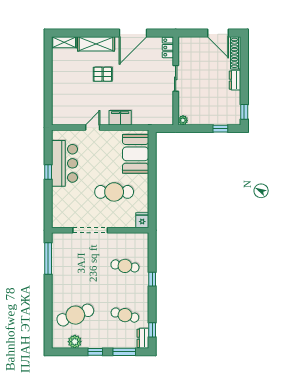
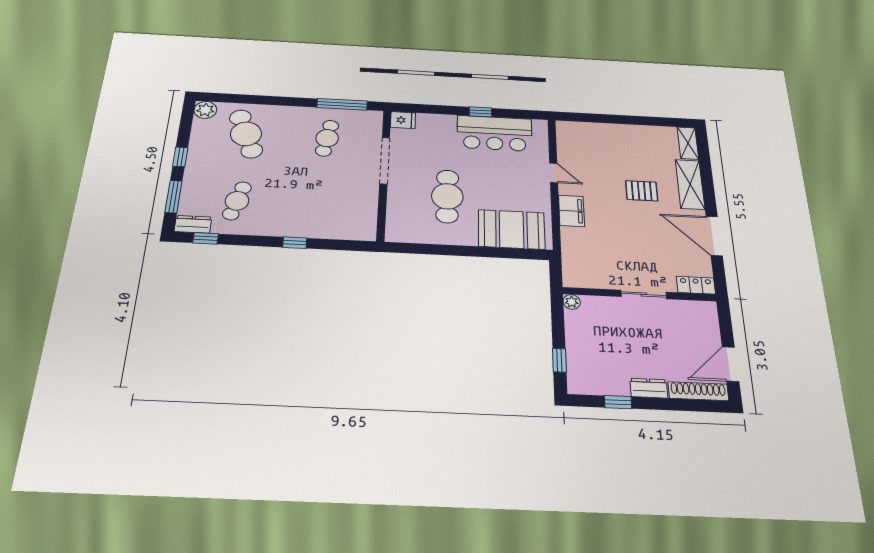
pallet: (103, 74) -> (642, 191), turned 90
window: (244, 112) -> (618, 402), moved
fridge: (142, 220) -> (403, 120), moved
cafe table: (125, 266) -> (327, 138), moved
plant: (75, 342) -> (205, 110), moved

